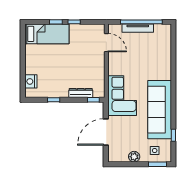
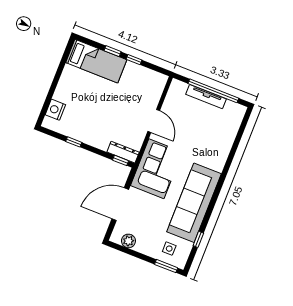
door: (106, 43) -> (154, 121), moved
dresser: (81, 93) -> (123, 152), moved
plant: (134, 157) -> (128, 241), moved

